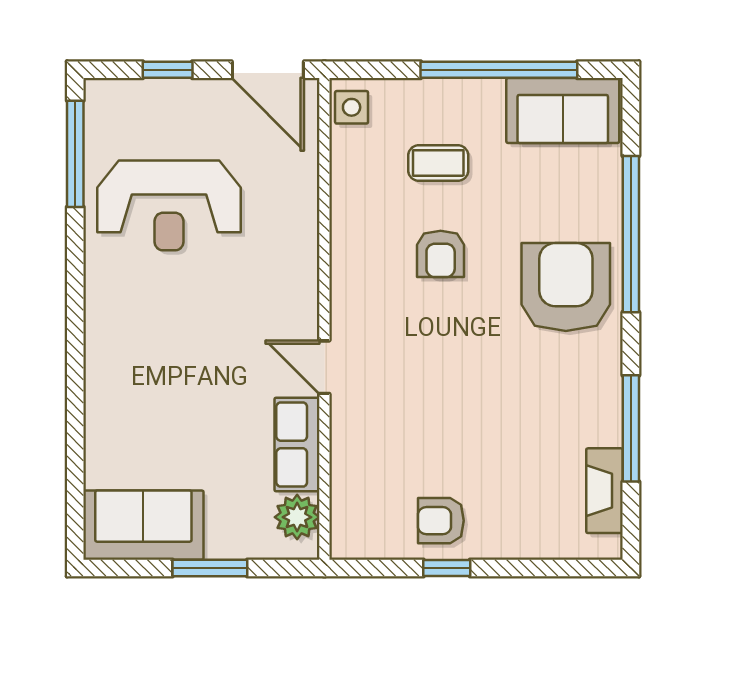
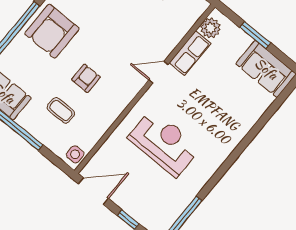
door: (268, 70) -> (93, 191), hinge flipped
reception desk: (169, 205) -> (164, 143), moved
door: (324, 367) -> (158, 72), swing flipped

